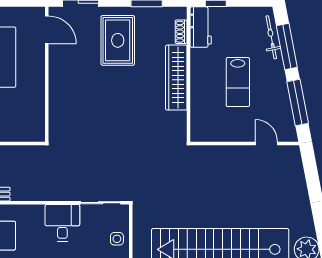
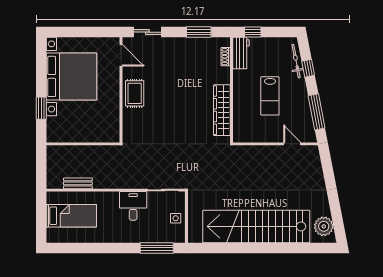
rug: (118, 40) -> (135, 93), moved, width x0.73, depth x0.70
window: (287, 47) -> (308, 68), width x0.46
wardrobe: (176, 78) -> (222, 110), moved

